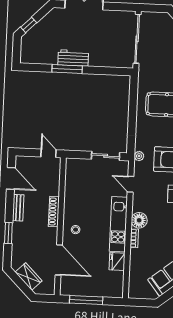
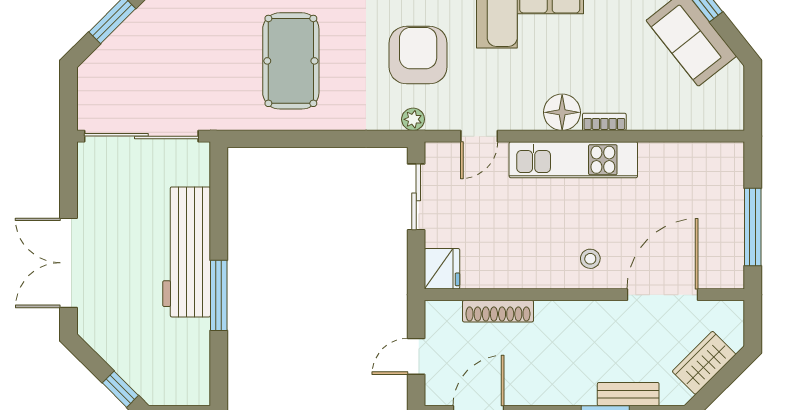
workbench: (73, 58) -> (187, 252), width x1.88, depth x1.32
door: (49, 153) -> (416, 356), moved
bench: (18, 208) -> (628, 394), moved
shoe rack: (54, 212) -> (498, 311), moved
fridge: (117, 262) -> (442, 269), moved, turned -90

